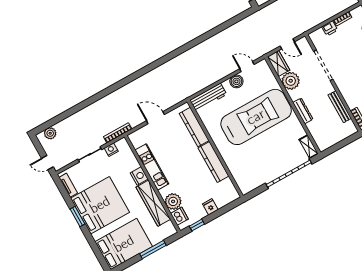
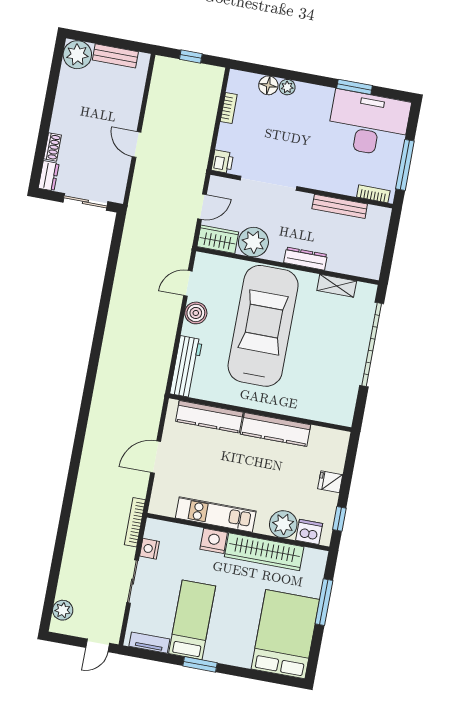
printer: (330, 28) -> (222, 162), moved
shelving: (309, 147) -> (337, 286), moved
bed: (100, 205) -> (192, 620), width x0.49

